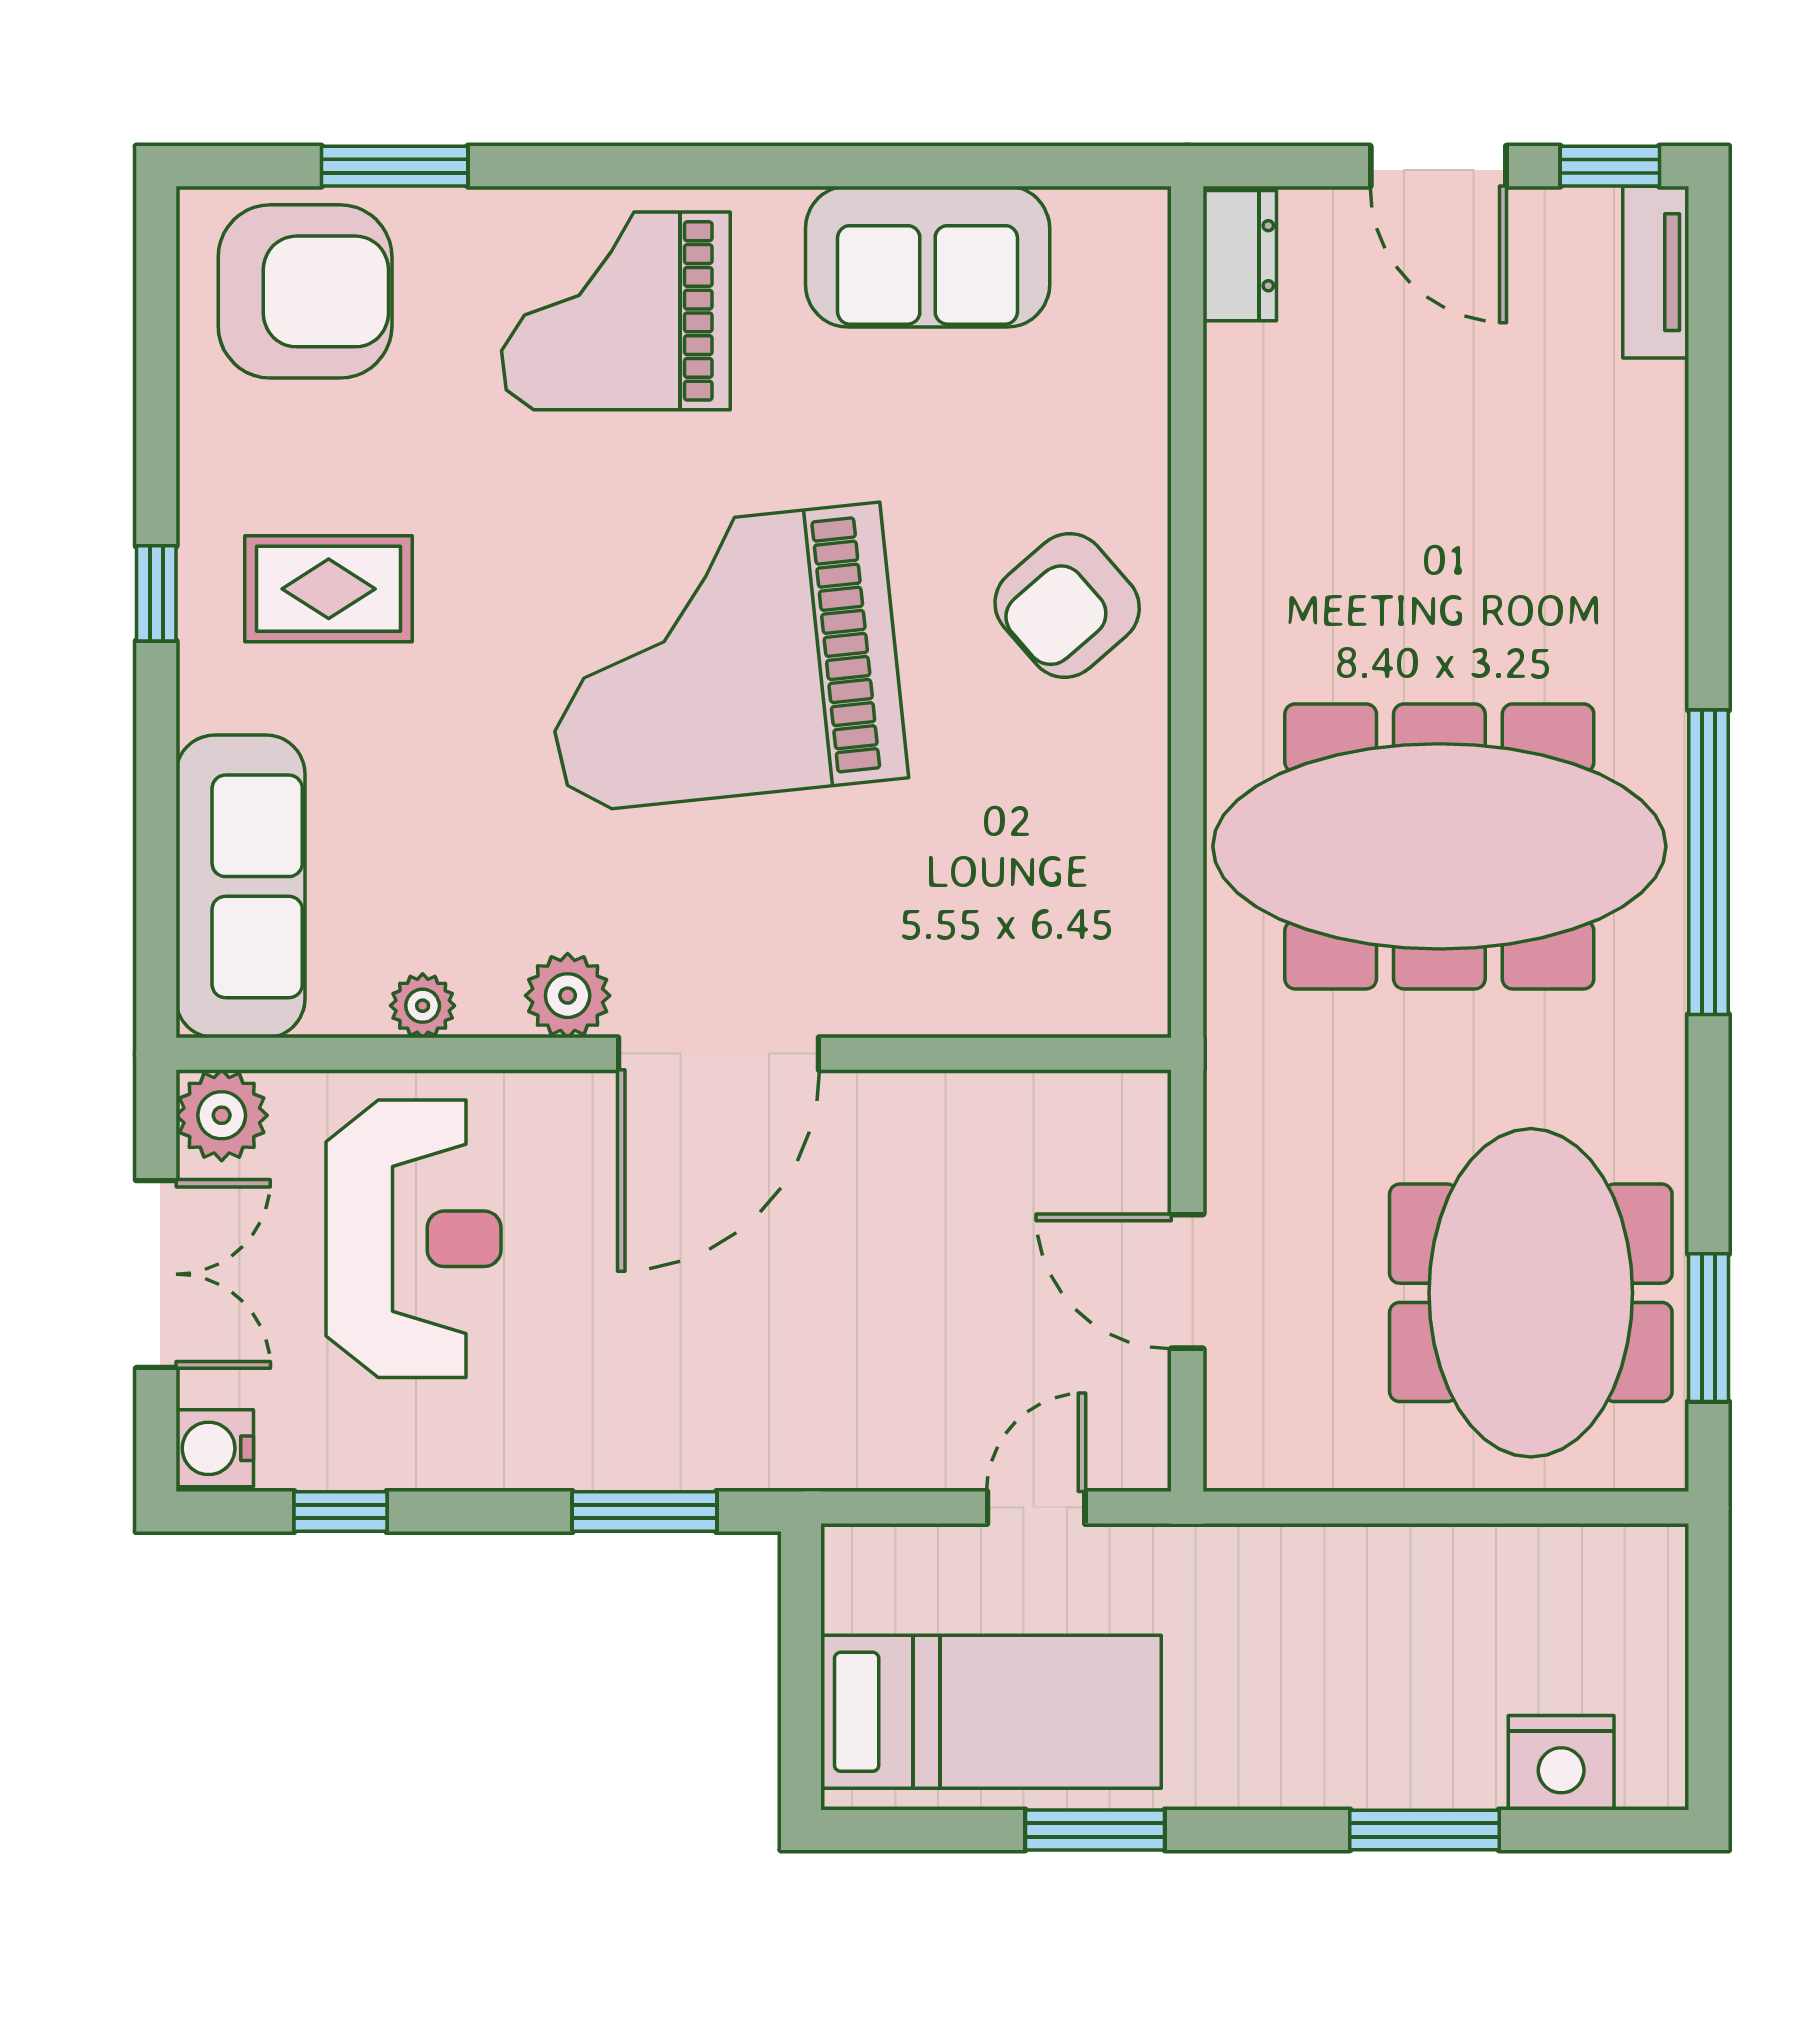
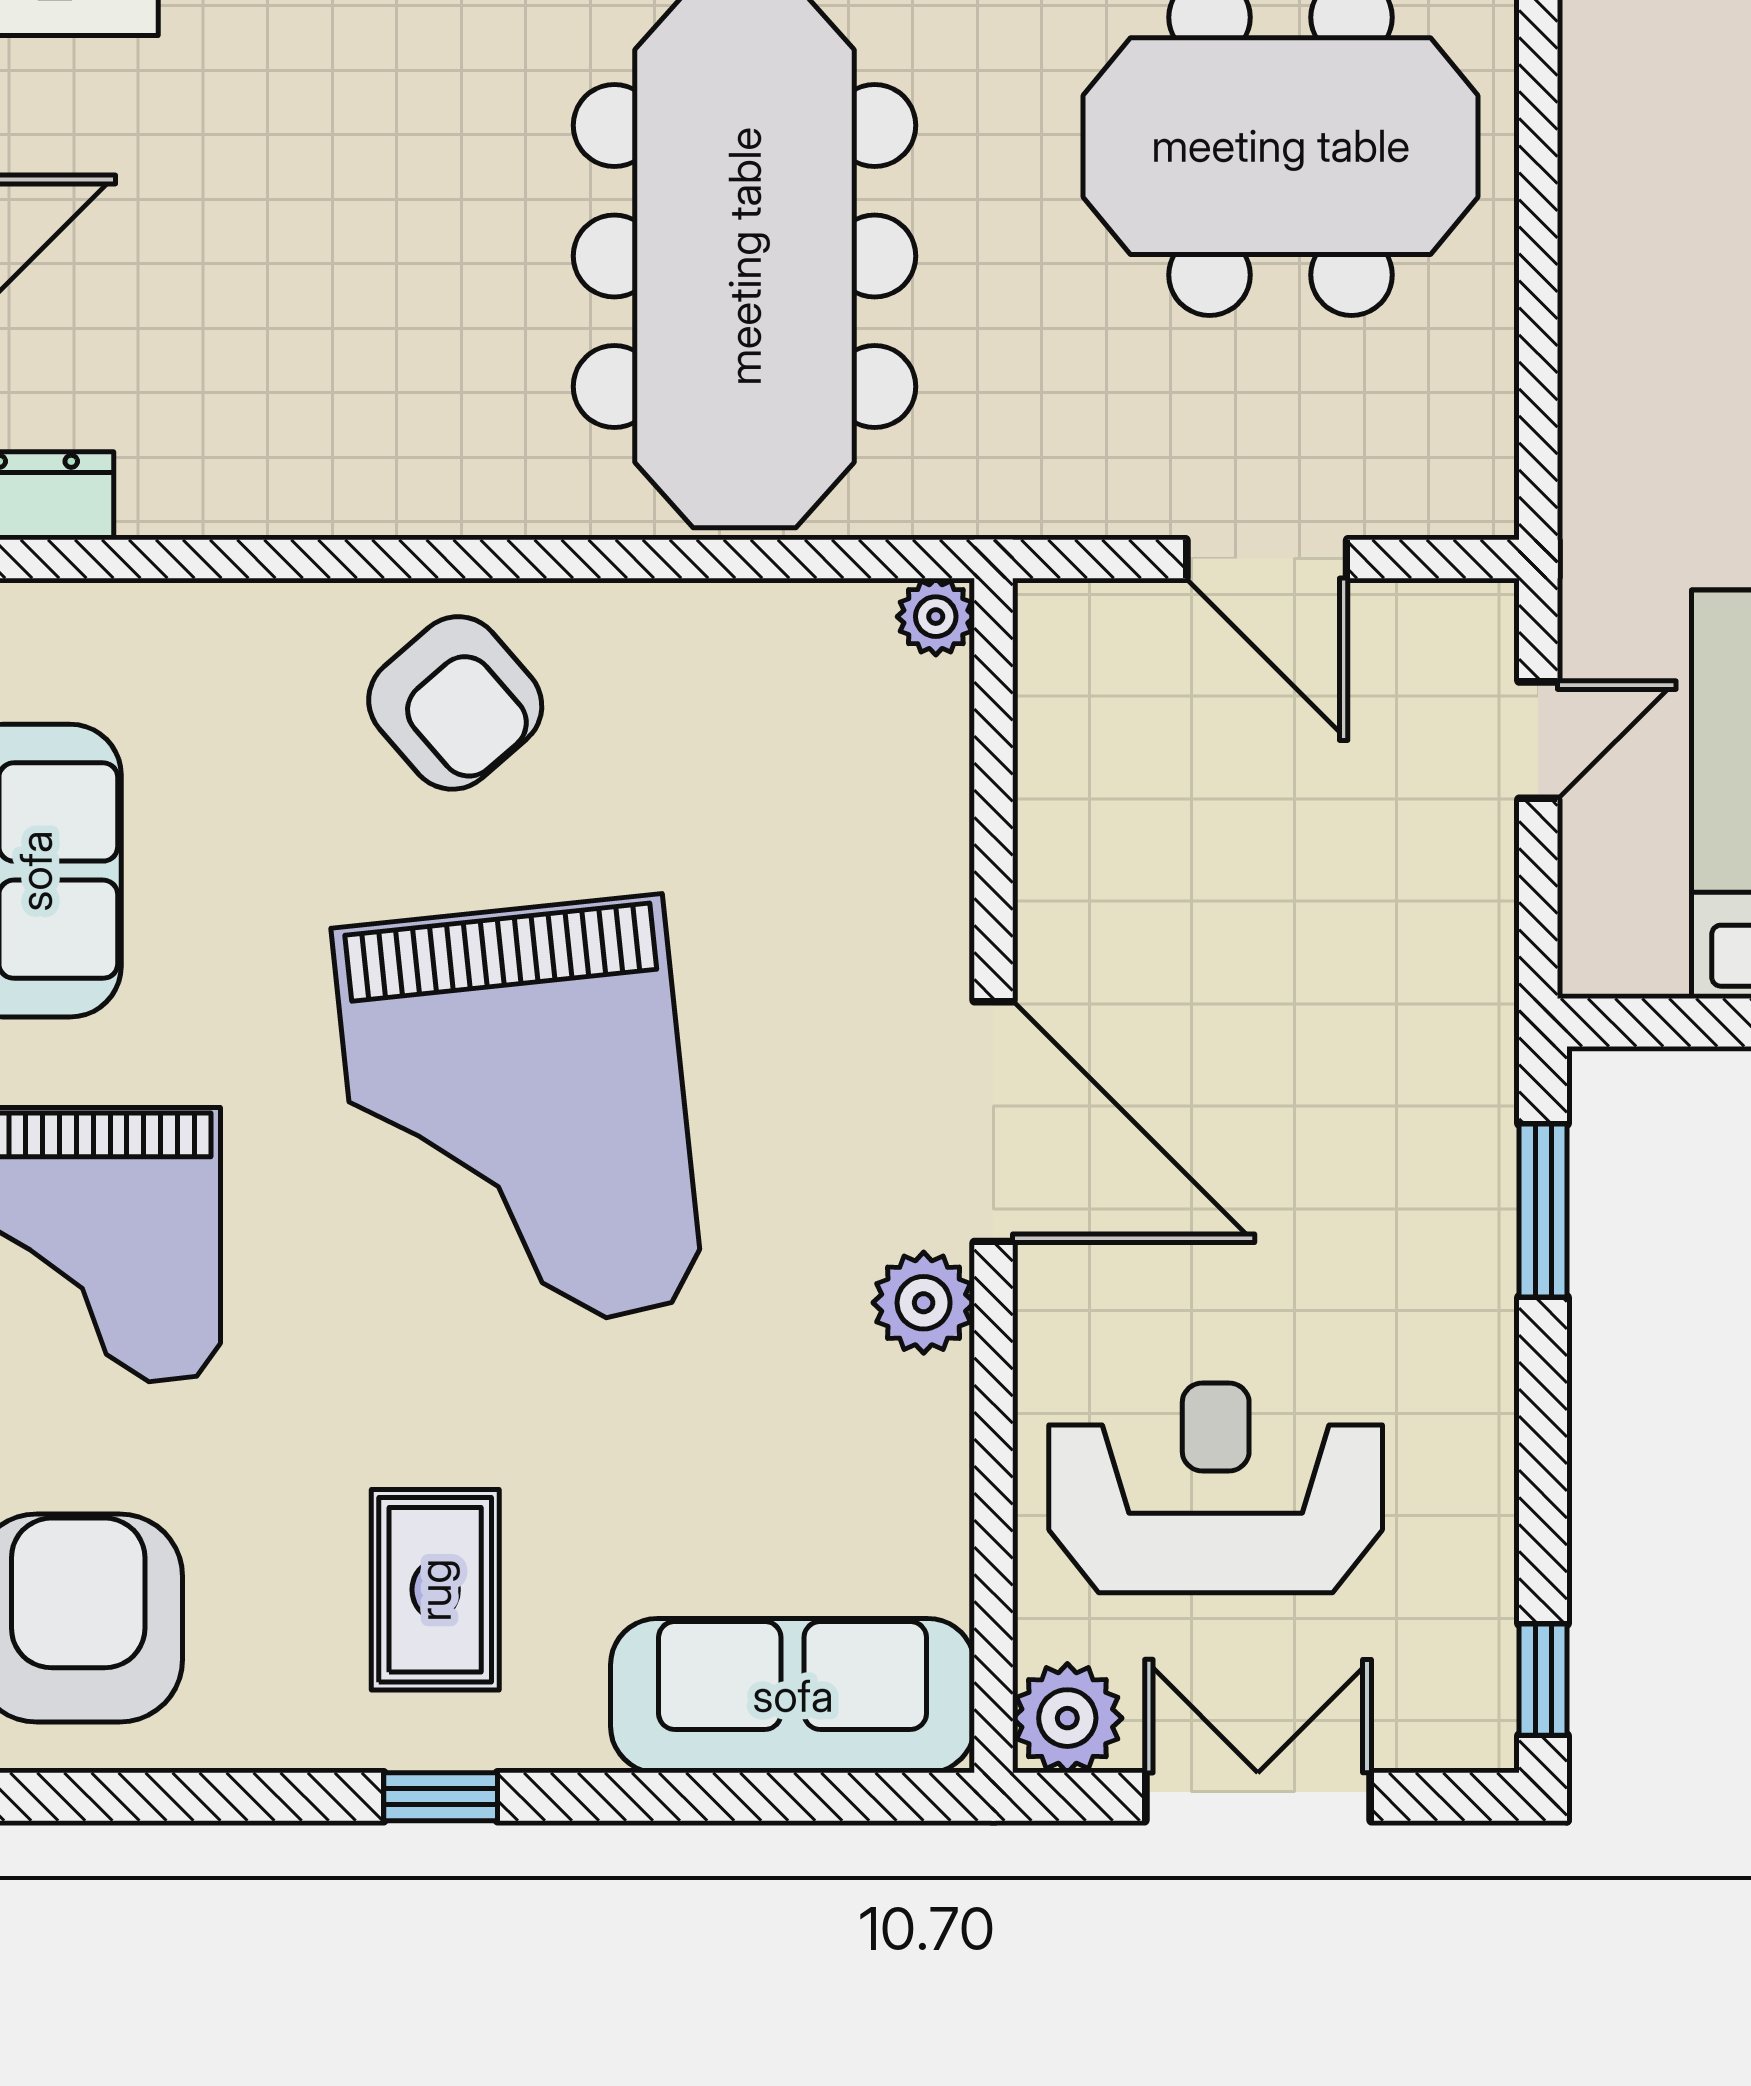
plant: (423, 1006) -> (936, 617), moved
door: (1187, 1281) -> (1267, 559), hinge flipped
water cooler: (215, 1448) -> (1467, 1726), removed
door: (1036, 1508) -> (1538, 740), swing flipped
window: (340, 1511) -> (1543, 1680), moved

